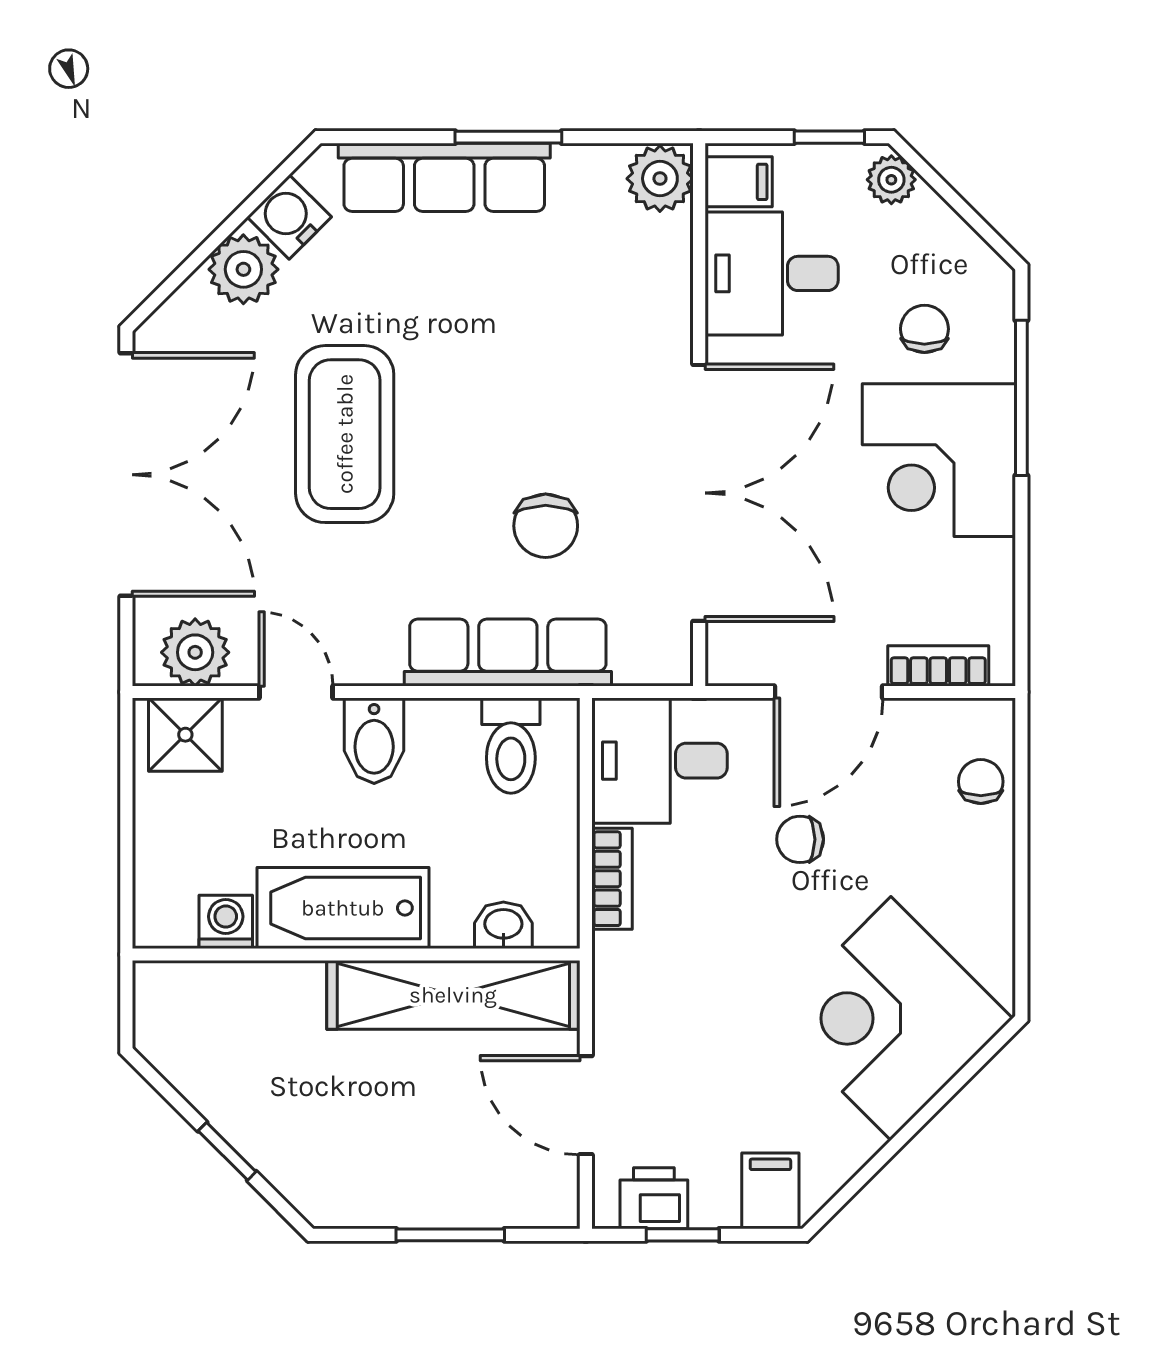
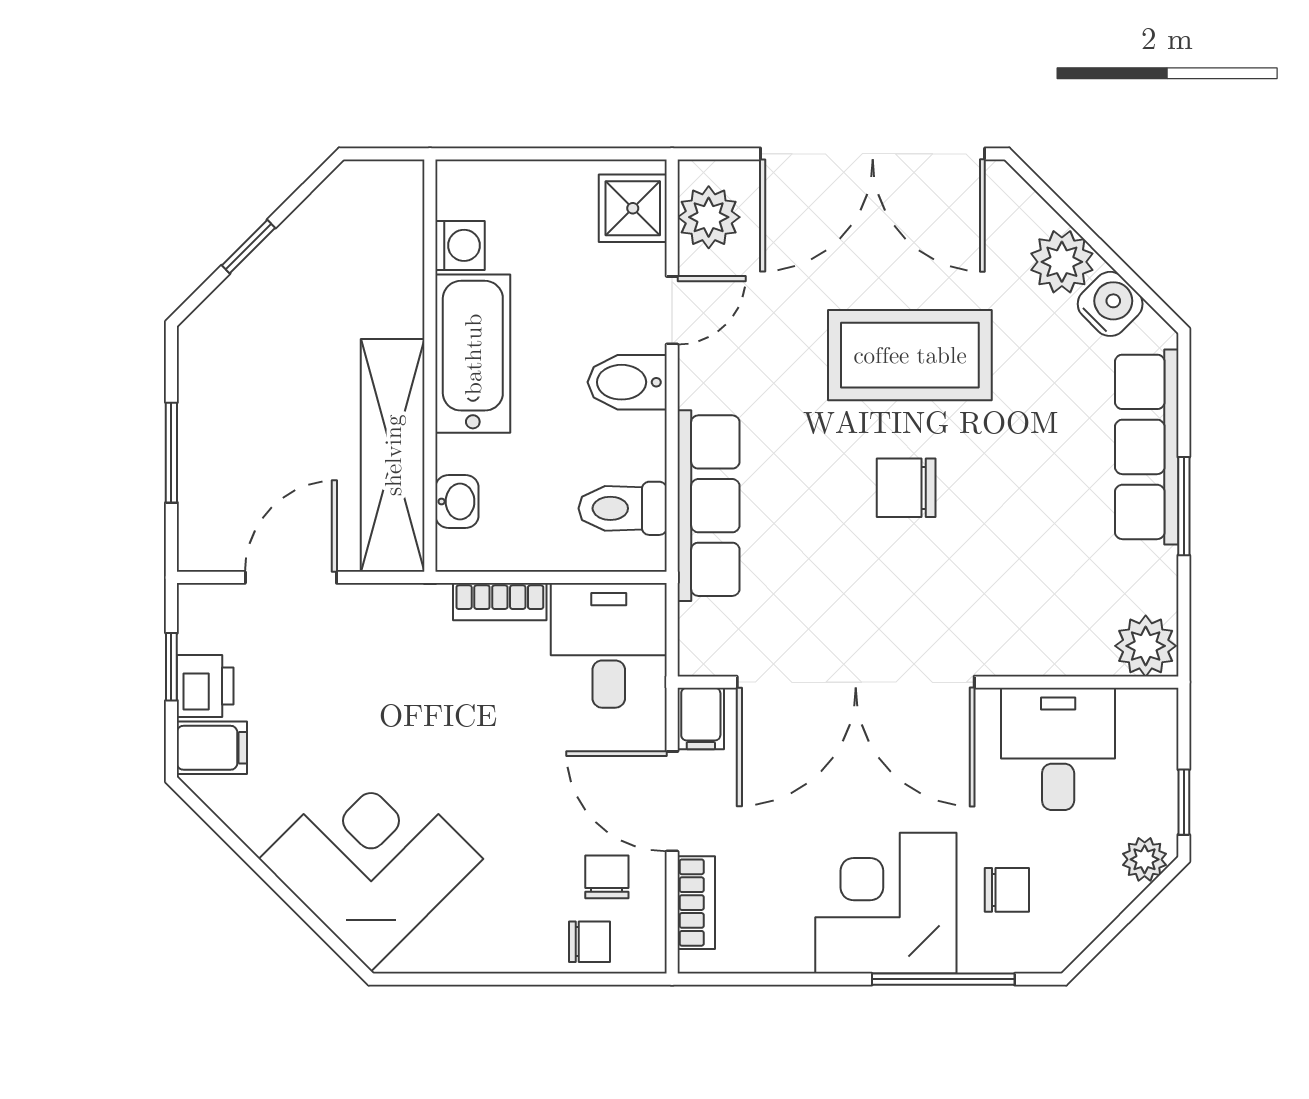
filing cabinet: (739, 182) -> (701, 718), moved
chair: (546, 526) -> (906, 488), moved
chair: (800, 839) -> (607, 877), moved
printer: (654, 1198) -> (205, 686), moved

